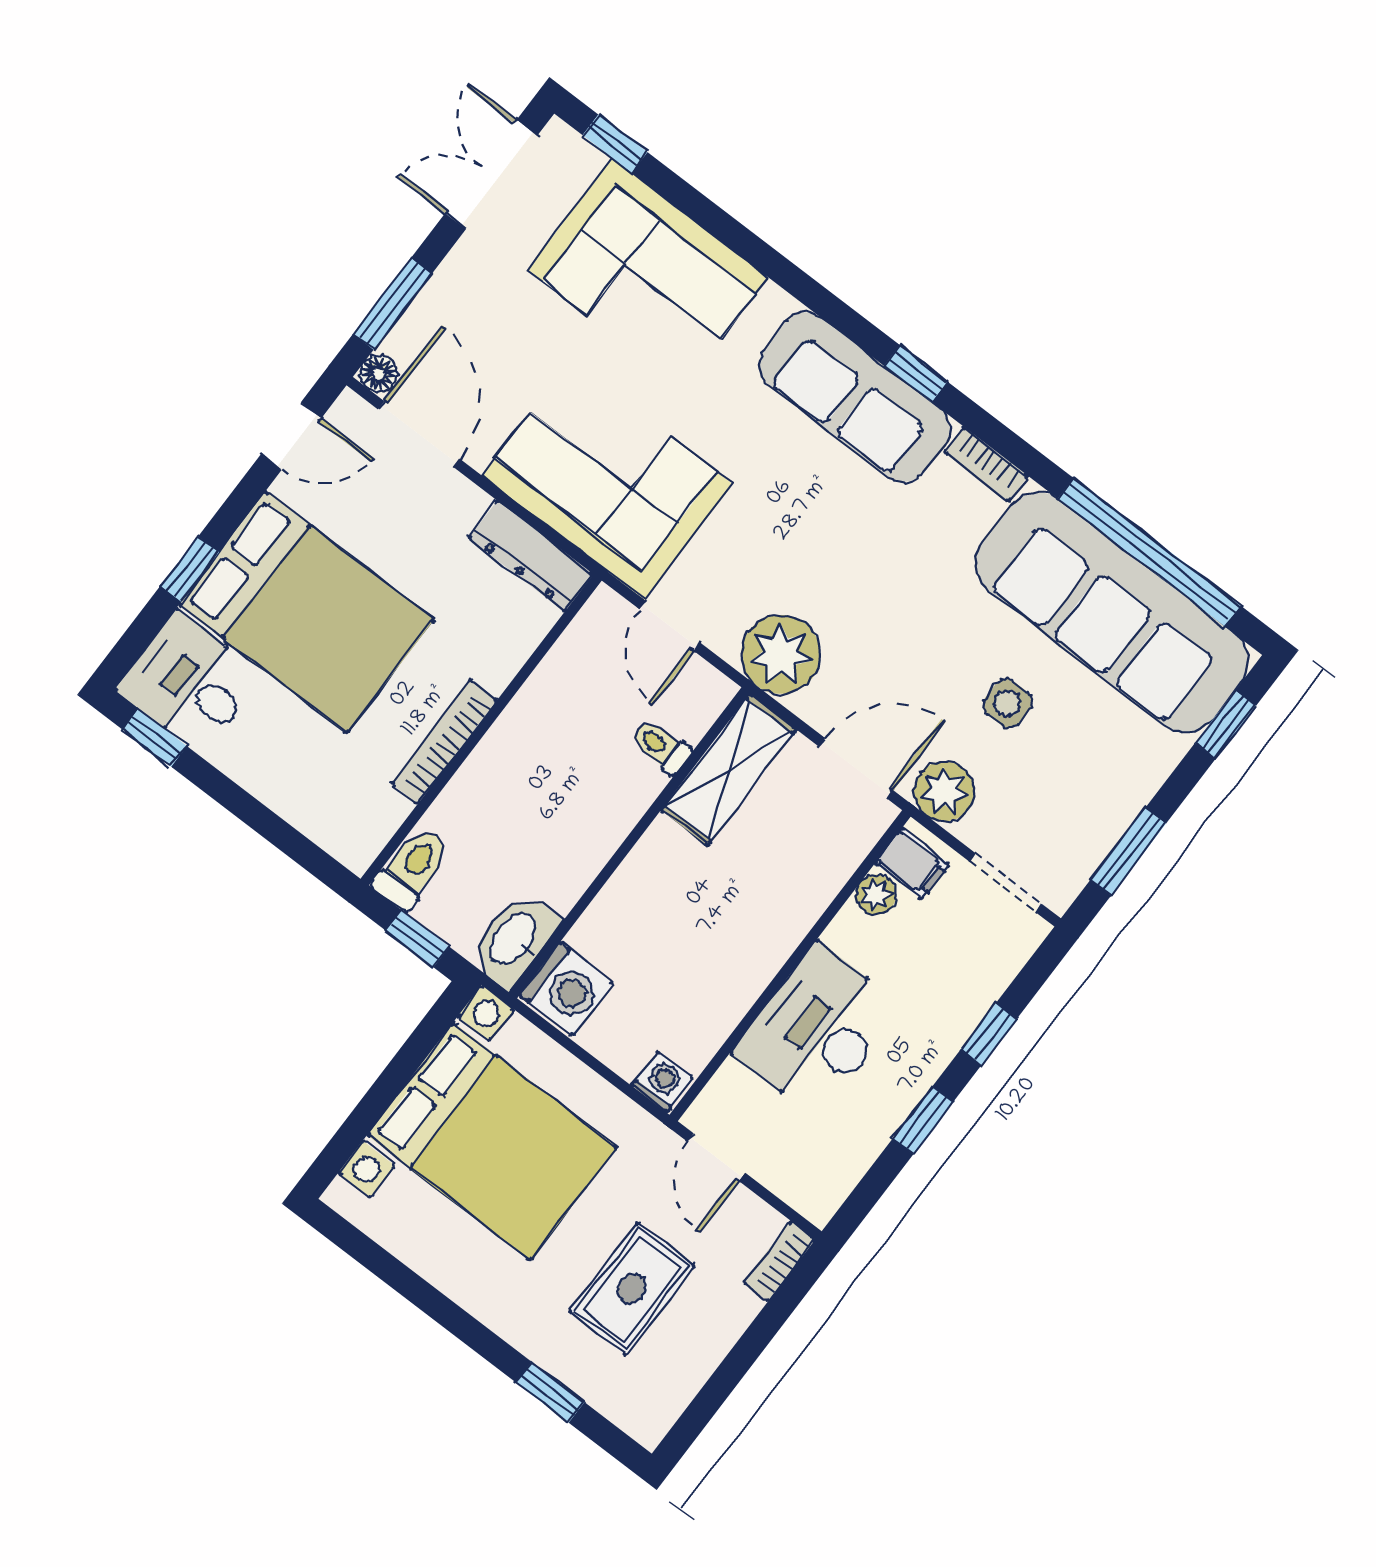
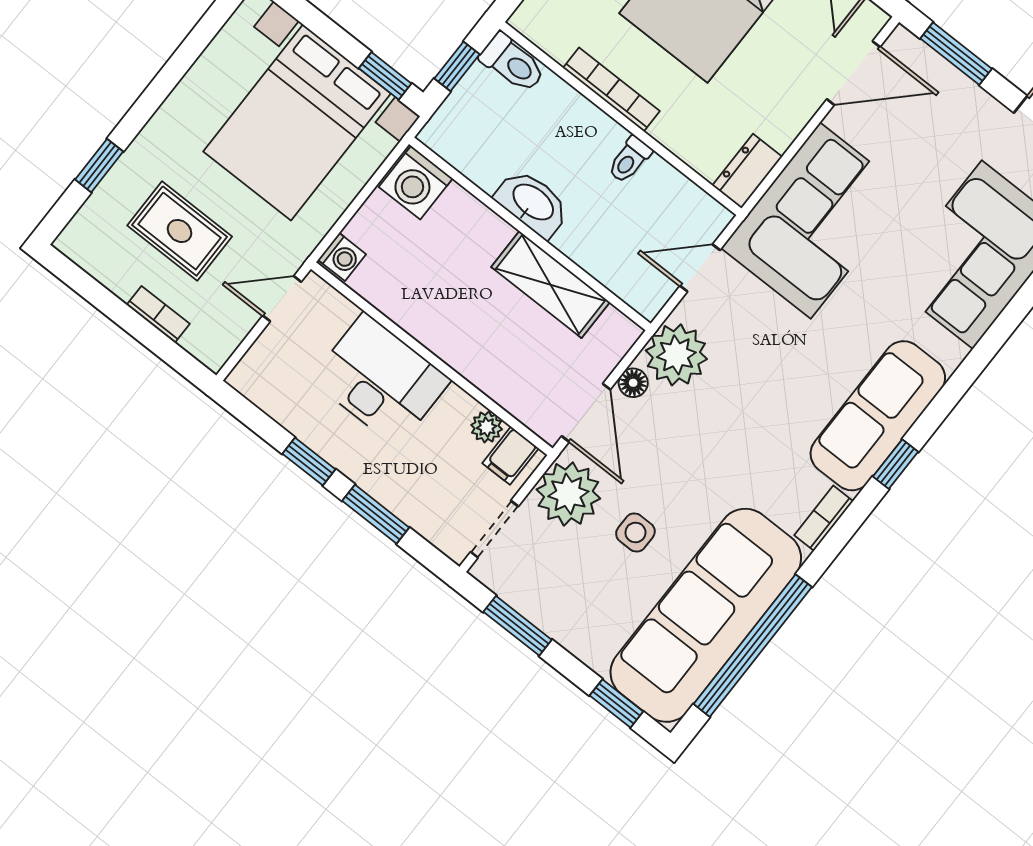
floor lamp: (378, 374) -> (633, 383), moved
dresser: (531, 556) -> (747, 171), width x0.70
toilet: (660, 746) -> (630, 160), moved, turned 180
shelving: (729, 770) -> (551, 285), moved
plant: (944, 791) -> (568, 494), width x1.36, depth x1.36
washbasin: (514, 939) -> (532, 203), moved
window: (431, 1030) -> (385, 76), added
window: (989, 1034) -> (376, 514), width x1.50
bookcase: (779, 1261) -> (158, 314), moved

